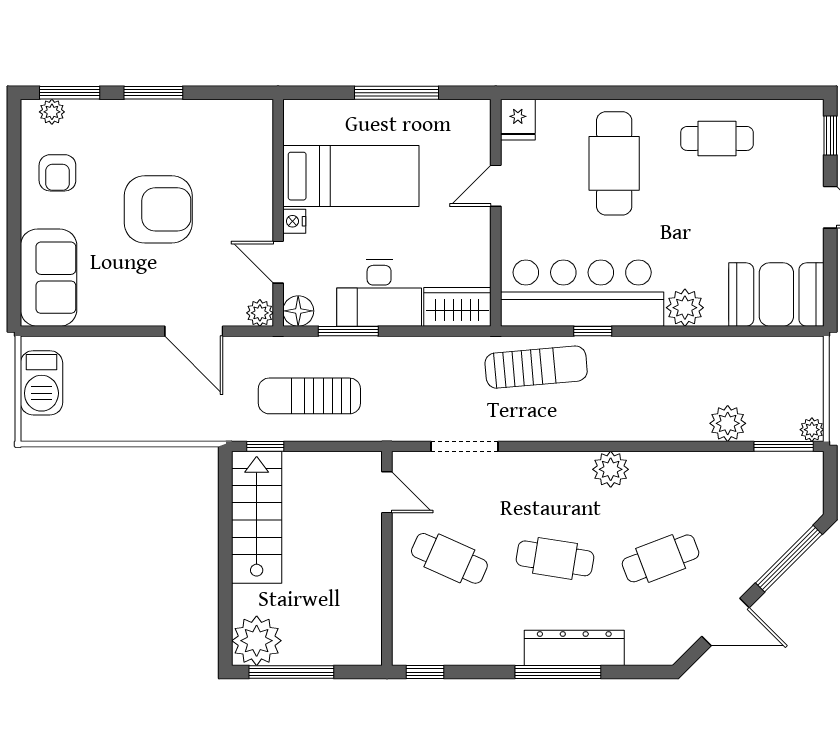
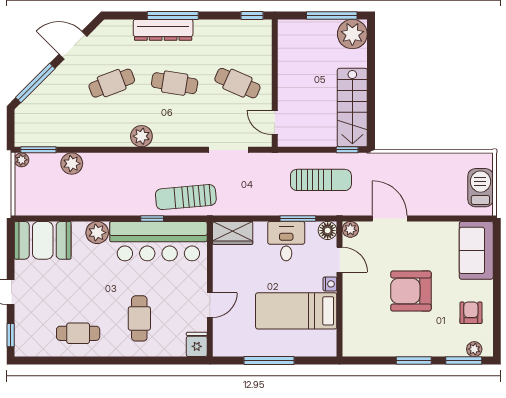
cafe table: (614, 163) -> (139, 318), width x0.73, depth x0.74
desk: (379, 293) -> (286, 241), width x0.73

